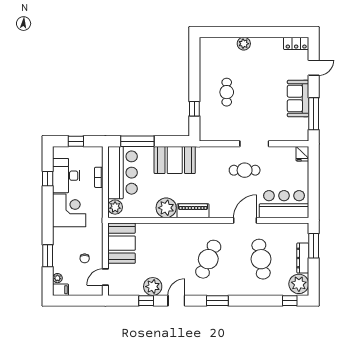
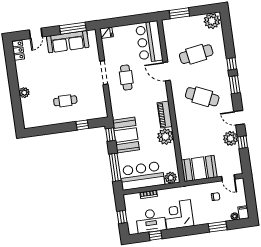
door: (314, 68) -> (36, 33), swing flipped
sofa: (298, 98) -> (68, 42), width x1.36
window: (178, 141) -> (110, 135), added
dresser: (303, 258) -> (191, 21), removed
window: (290, 301) -> (232, 64), moved

